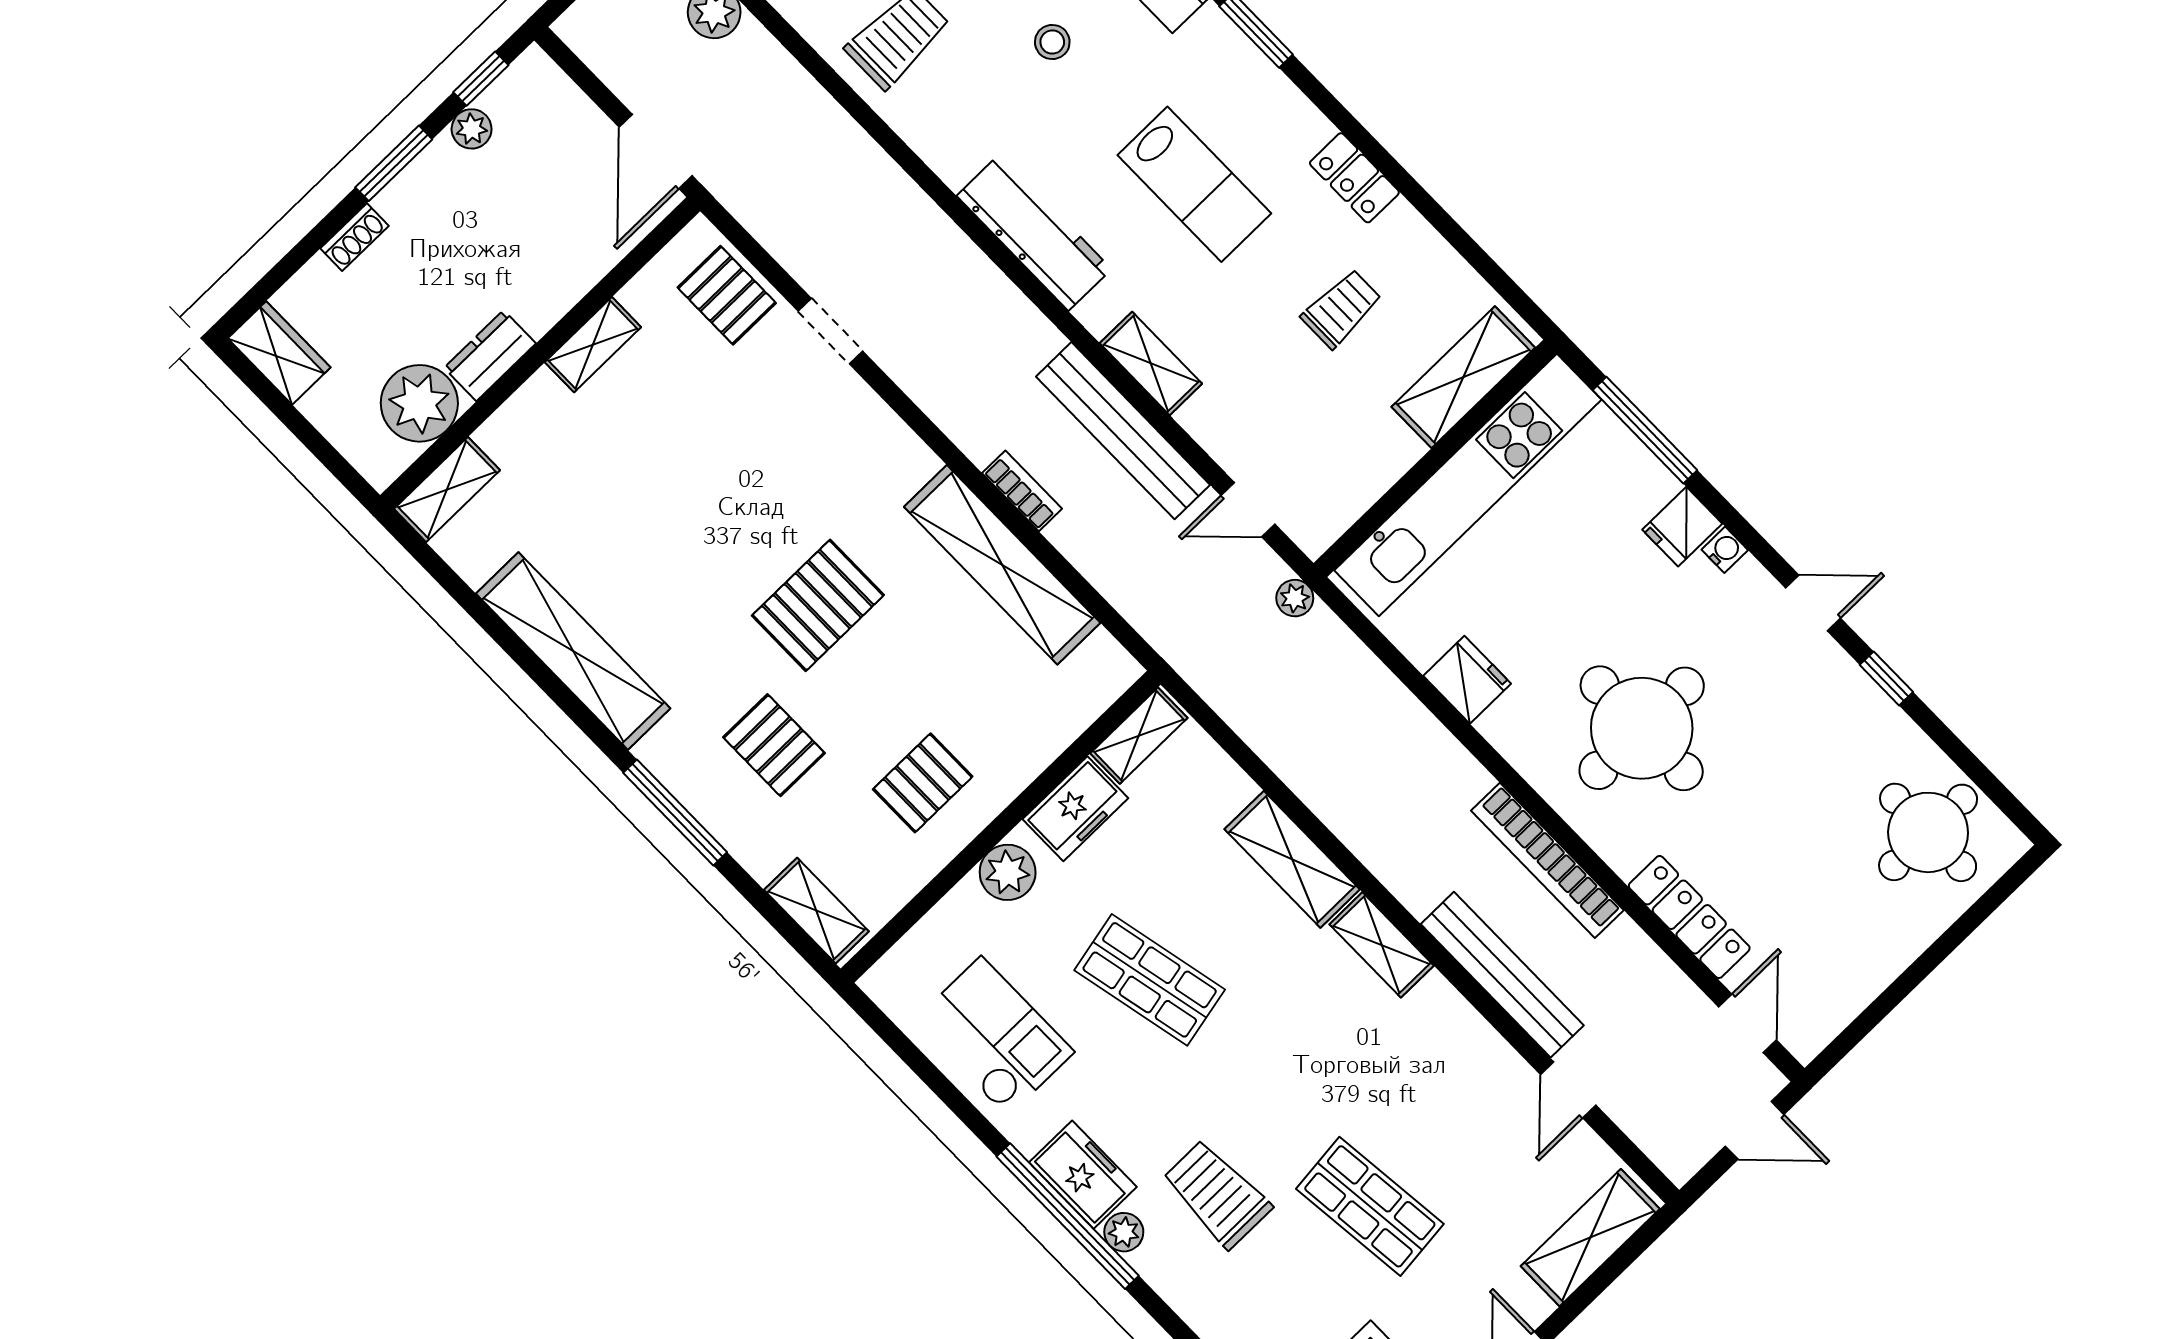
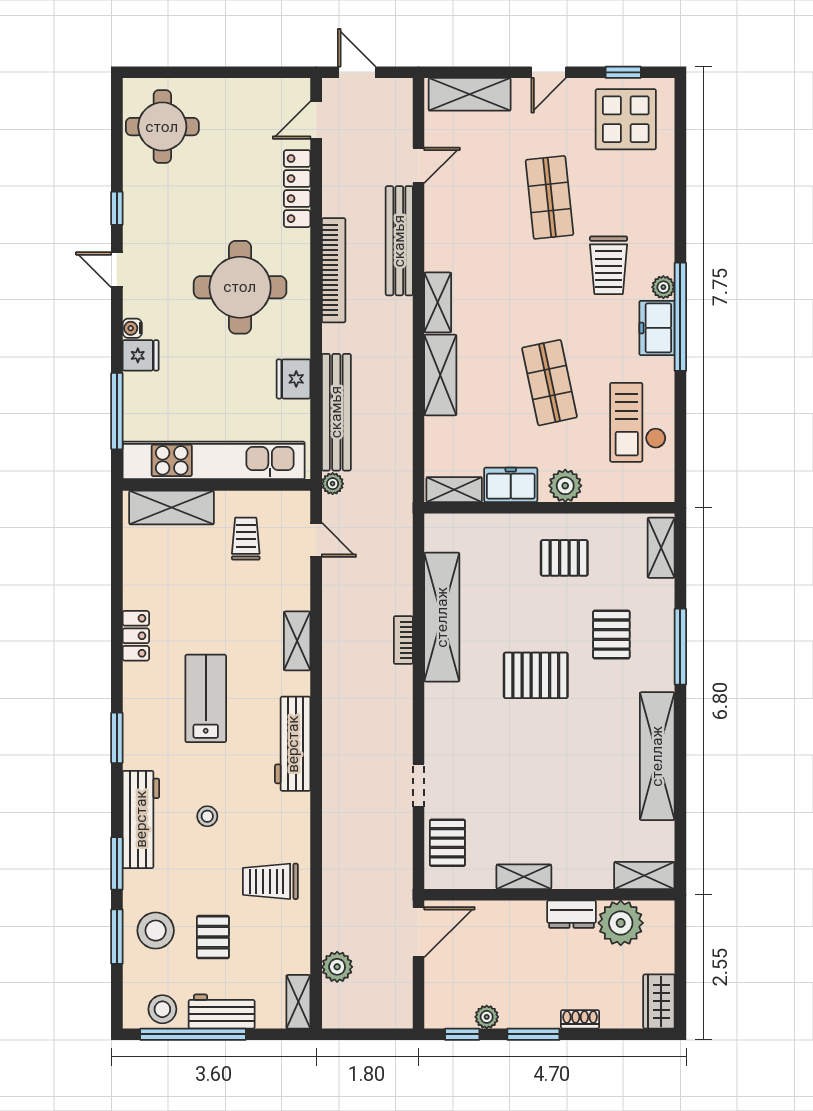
trolley: (1341, 309) -> (246, 539), moved, turned 90
bench: (1123, 431) -> (336, 412), moved

